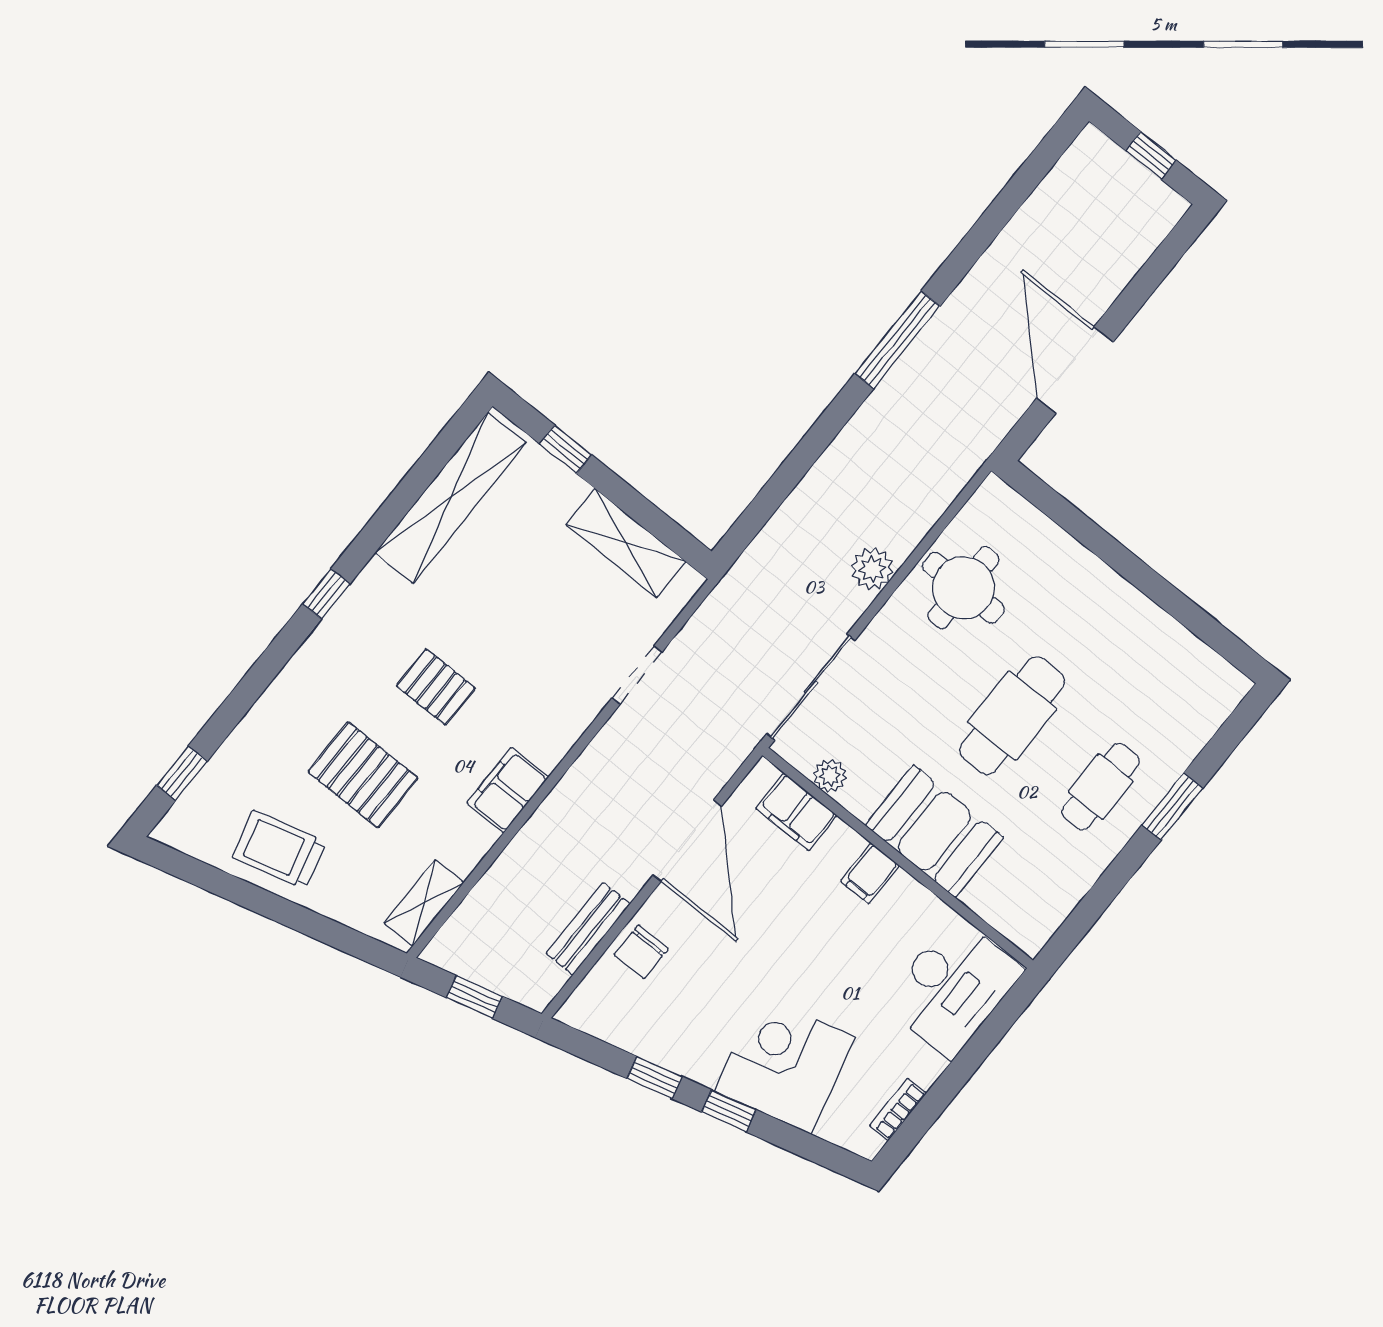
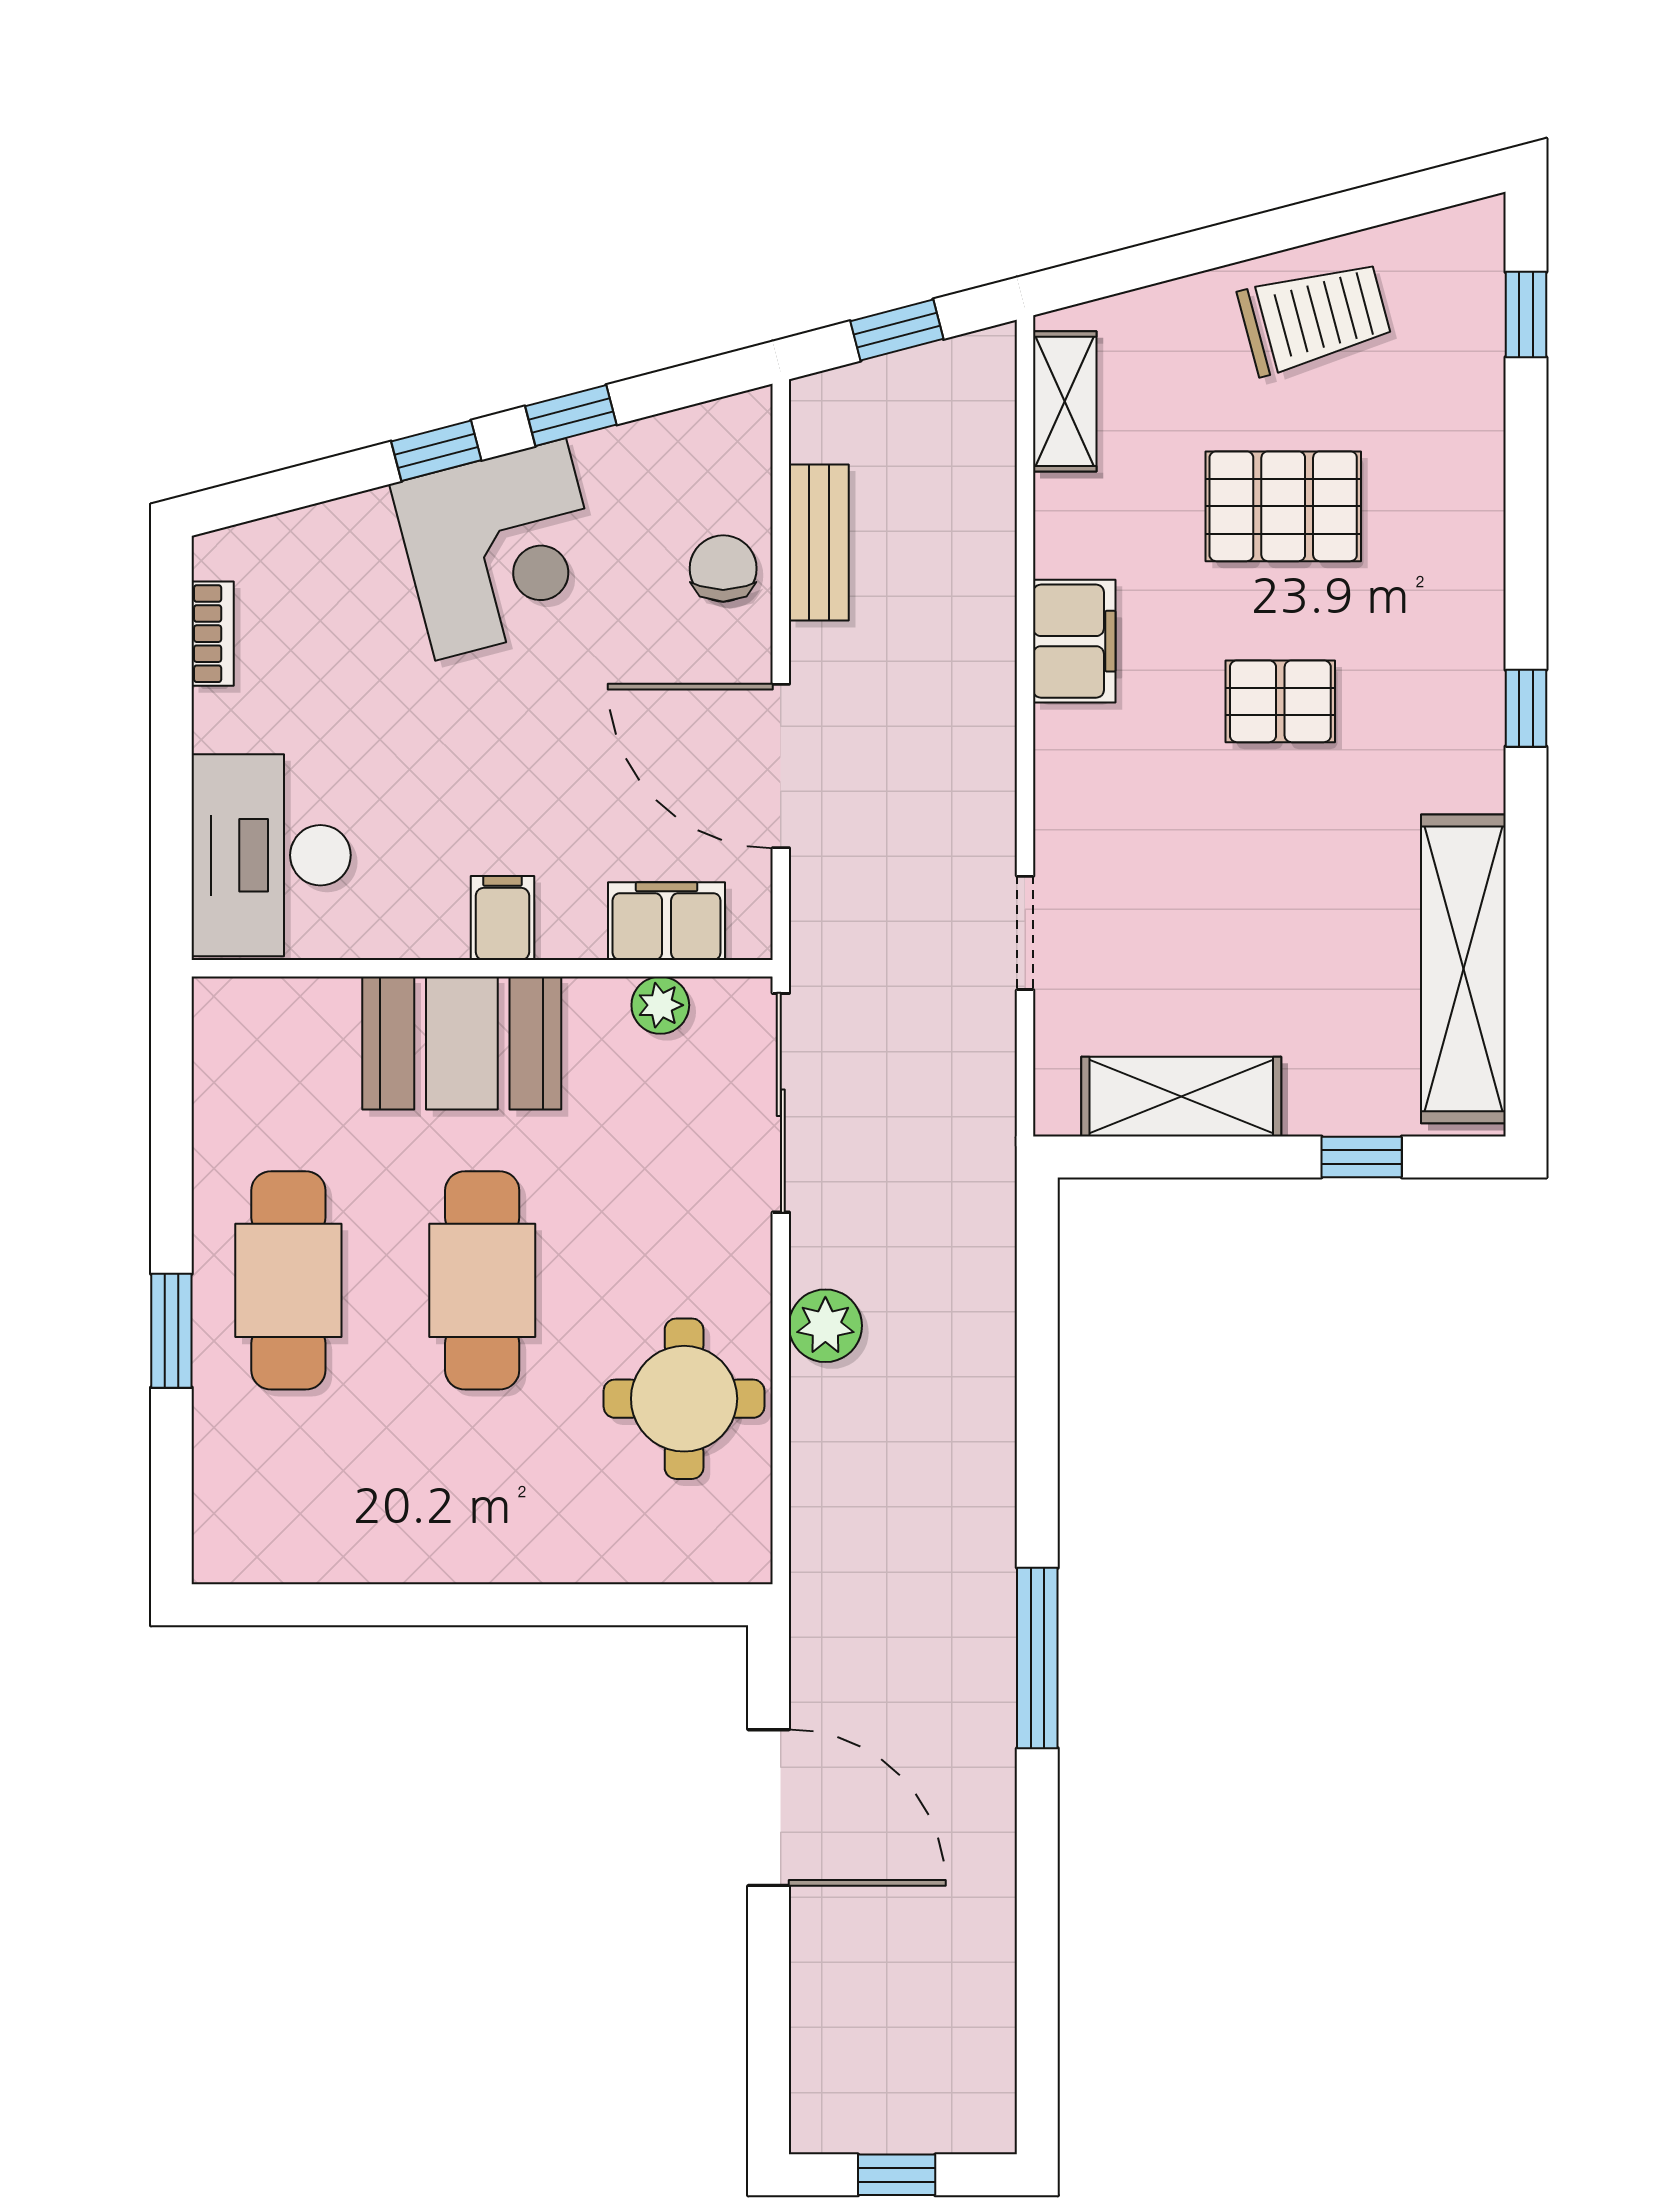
cafe table: (1101, 787) -> (288, 1280), width x1.37, depth x1.35
corner desk: (784, 1064) -> (501, 549), moved

